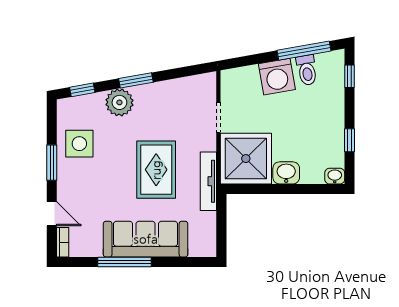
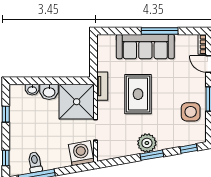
washing machine: (277, 77) -> (81, 153), moved
plant: (119, 102) -> (147, 143), moved
washbasin: (335, 176) -> (32, 90), moved
tv unit: (208, 181) -> (102, 86), width x0.71

